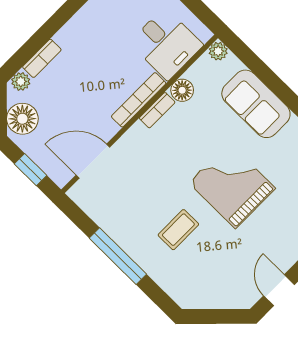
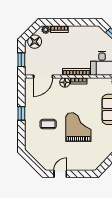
floor lamp: (182, 90) -> (65, 82), moved
door: (93, 161) -> (43, 76), swing flipped
window: (118, 256) -> (21, 113), width x0.46

